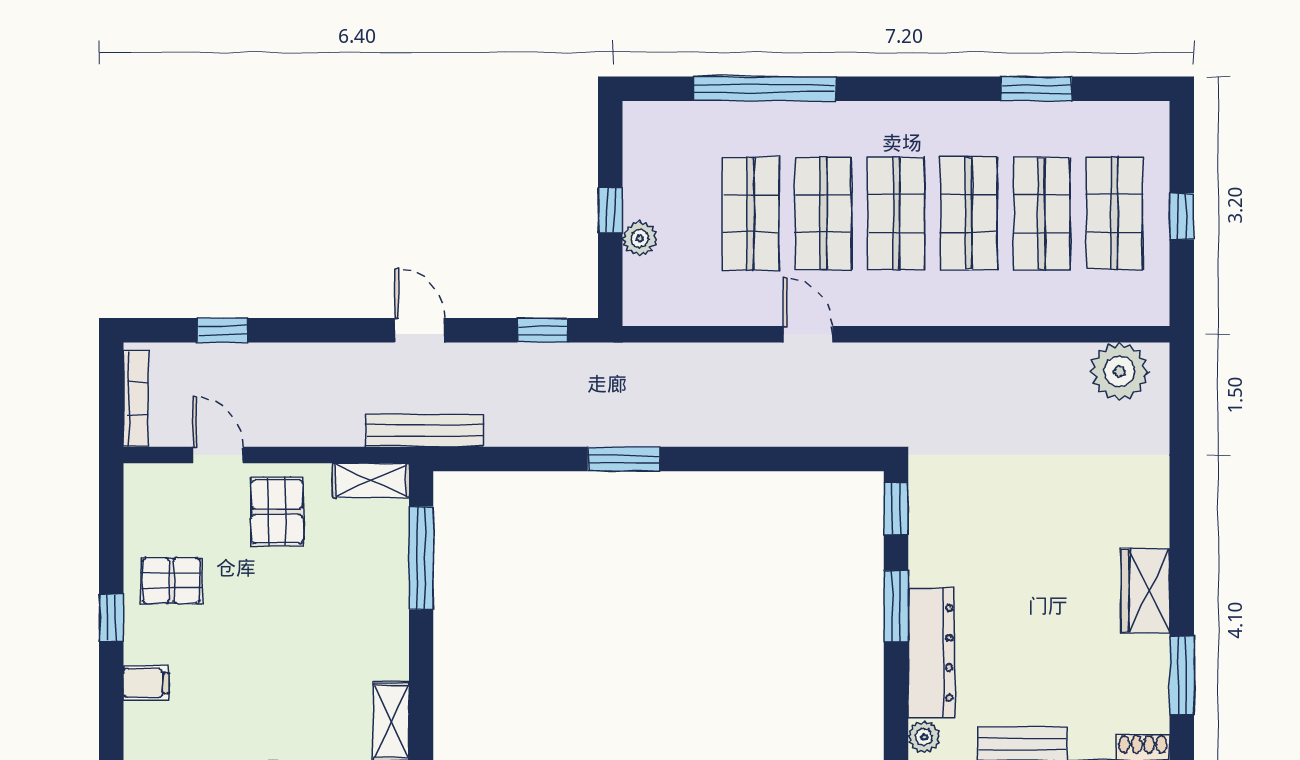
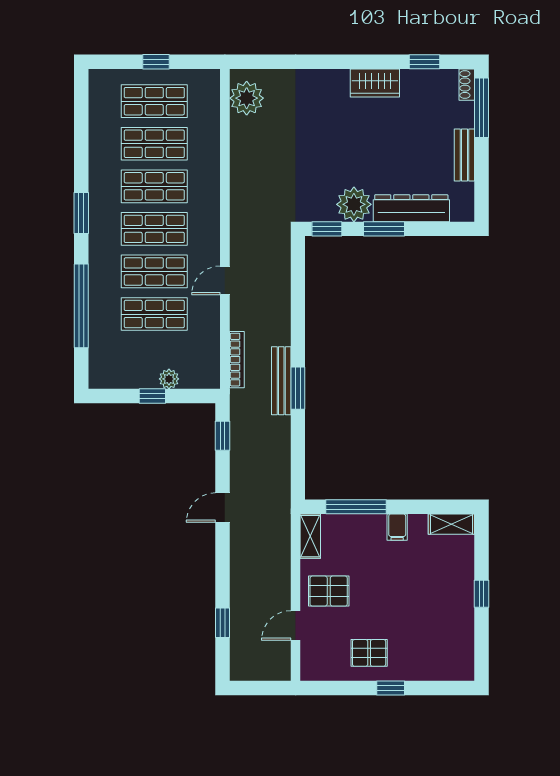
window: (1036, 89) -> (81, 213), moved
bookcase: (136, 399) -> (237, 360), moved, turned 90
bench: (425, 431) -> (281, 381), moved
pallet: (171, 581) -> (369, 653), turned 90
window: (1182, 675) -> (424, 62), width x0.67
filing cabinet: (146, 683) -> (397, 527), moved, turned 180
plant: (924, 737) -> (354, 204), moved, width x1.88, depth x1.88

